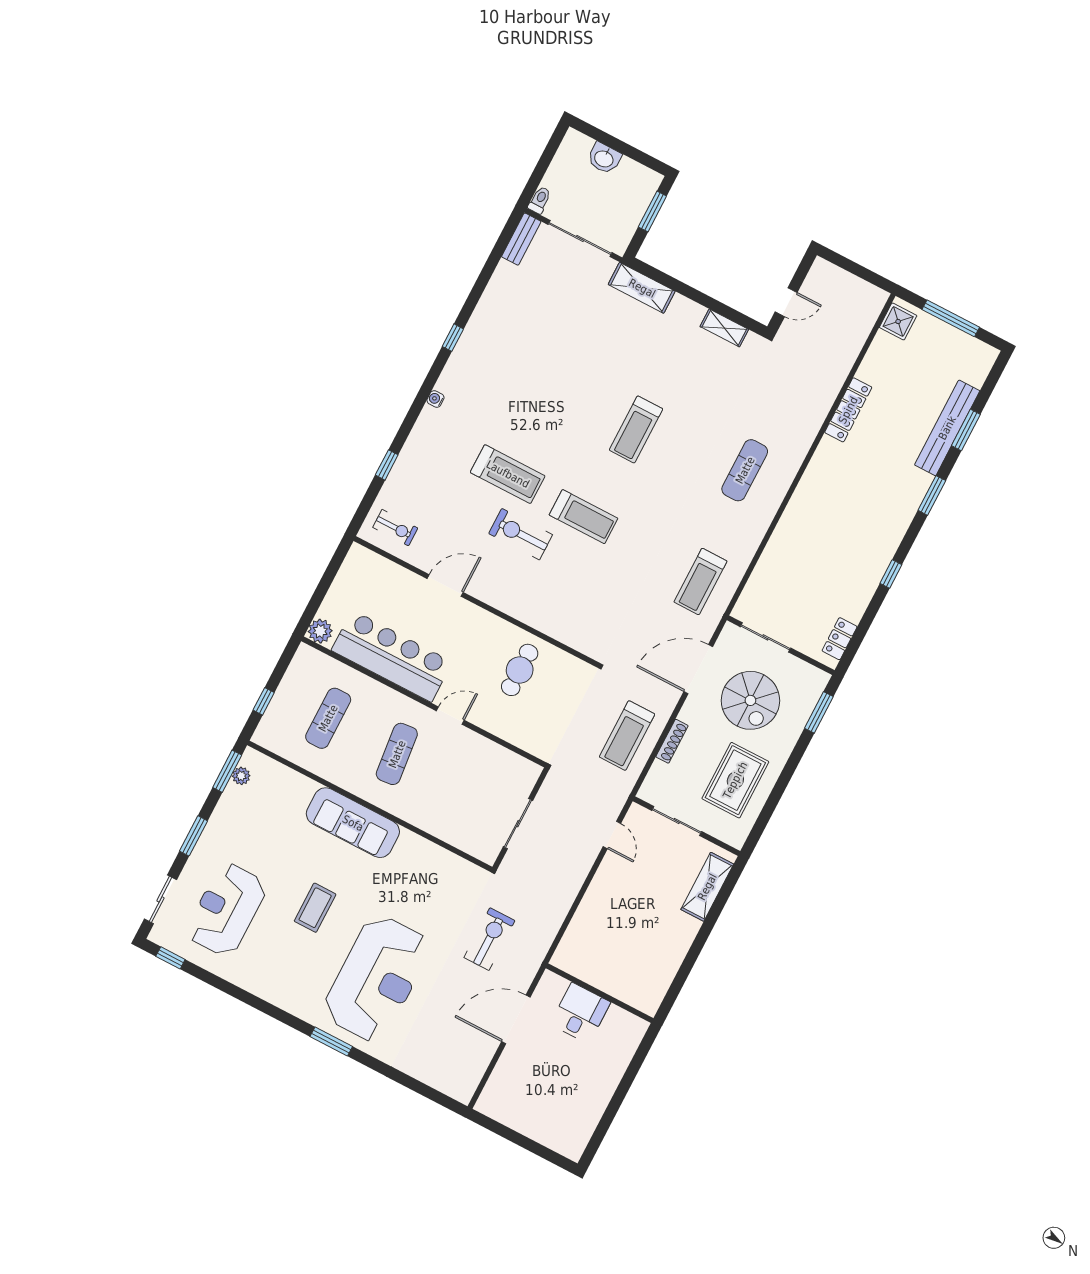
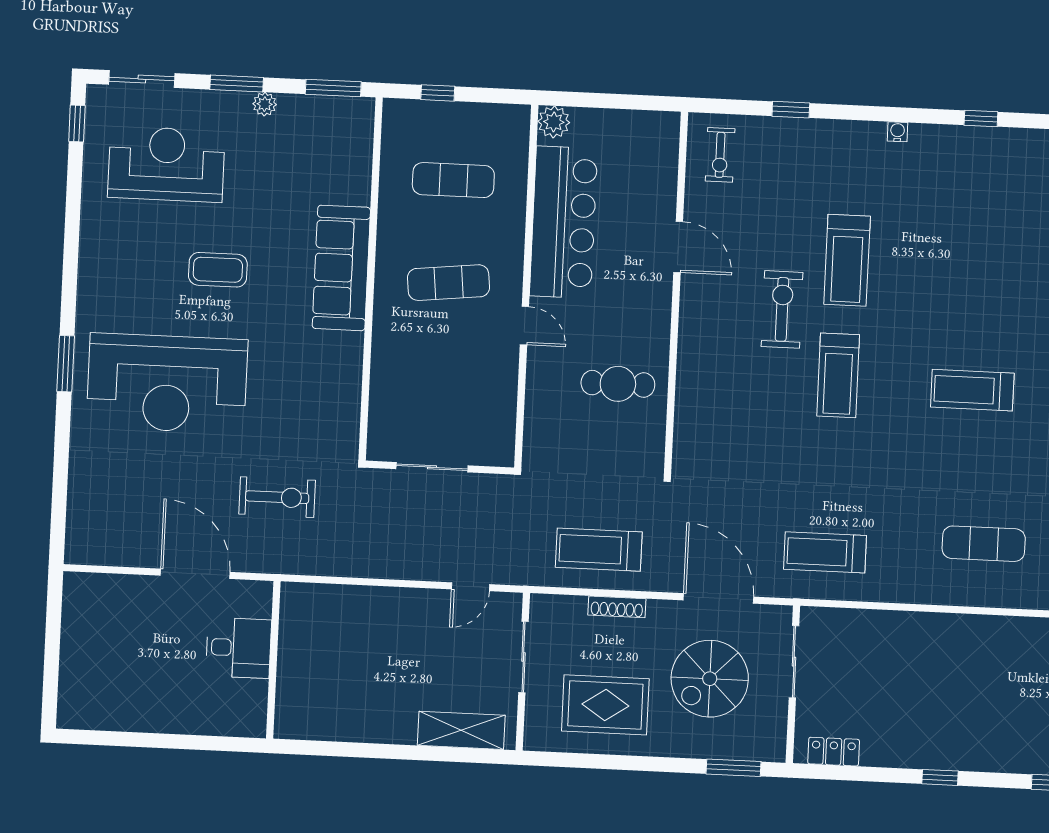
plant: (241, 776) -> (265, 104), moved

